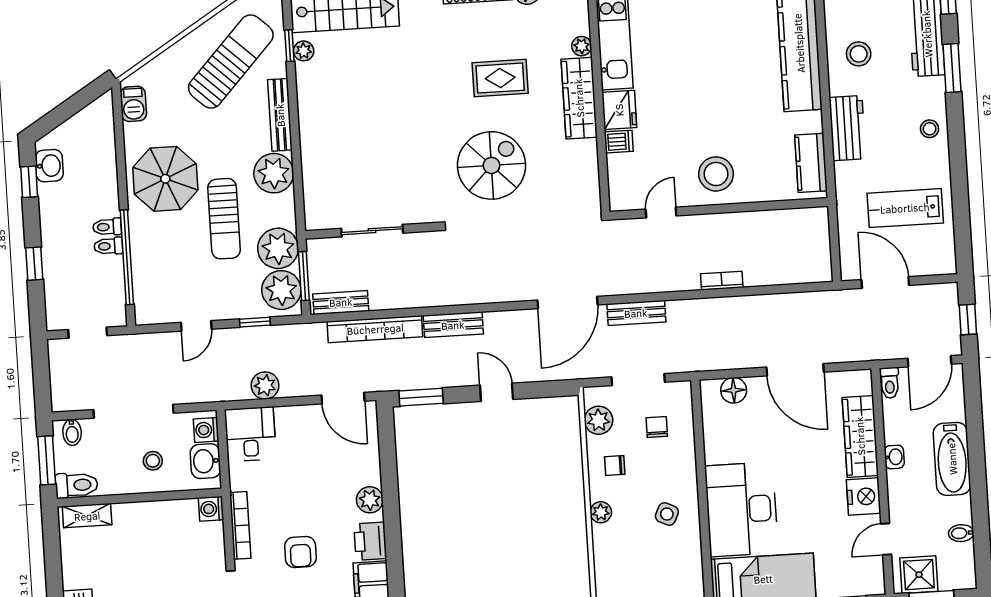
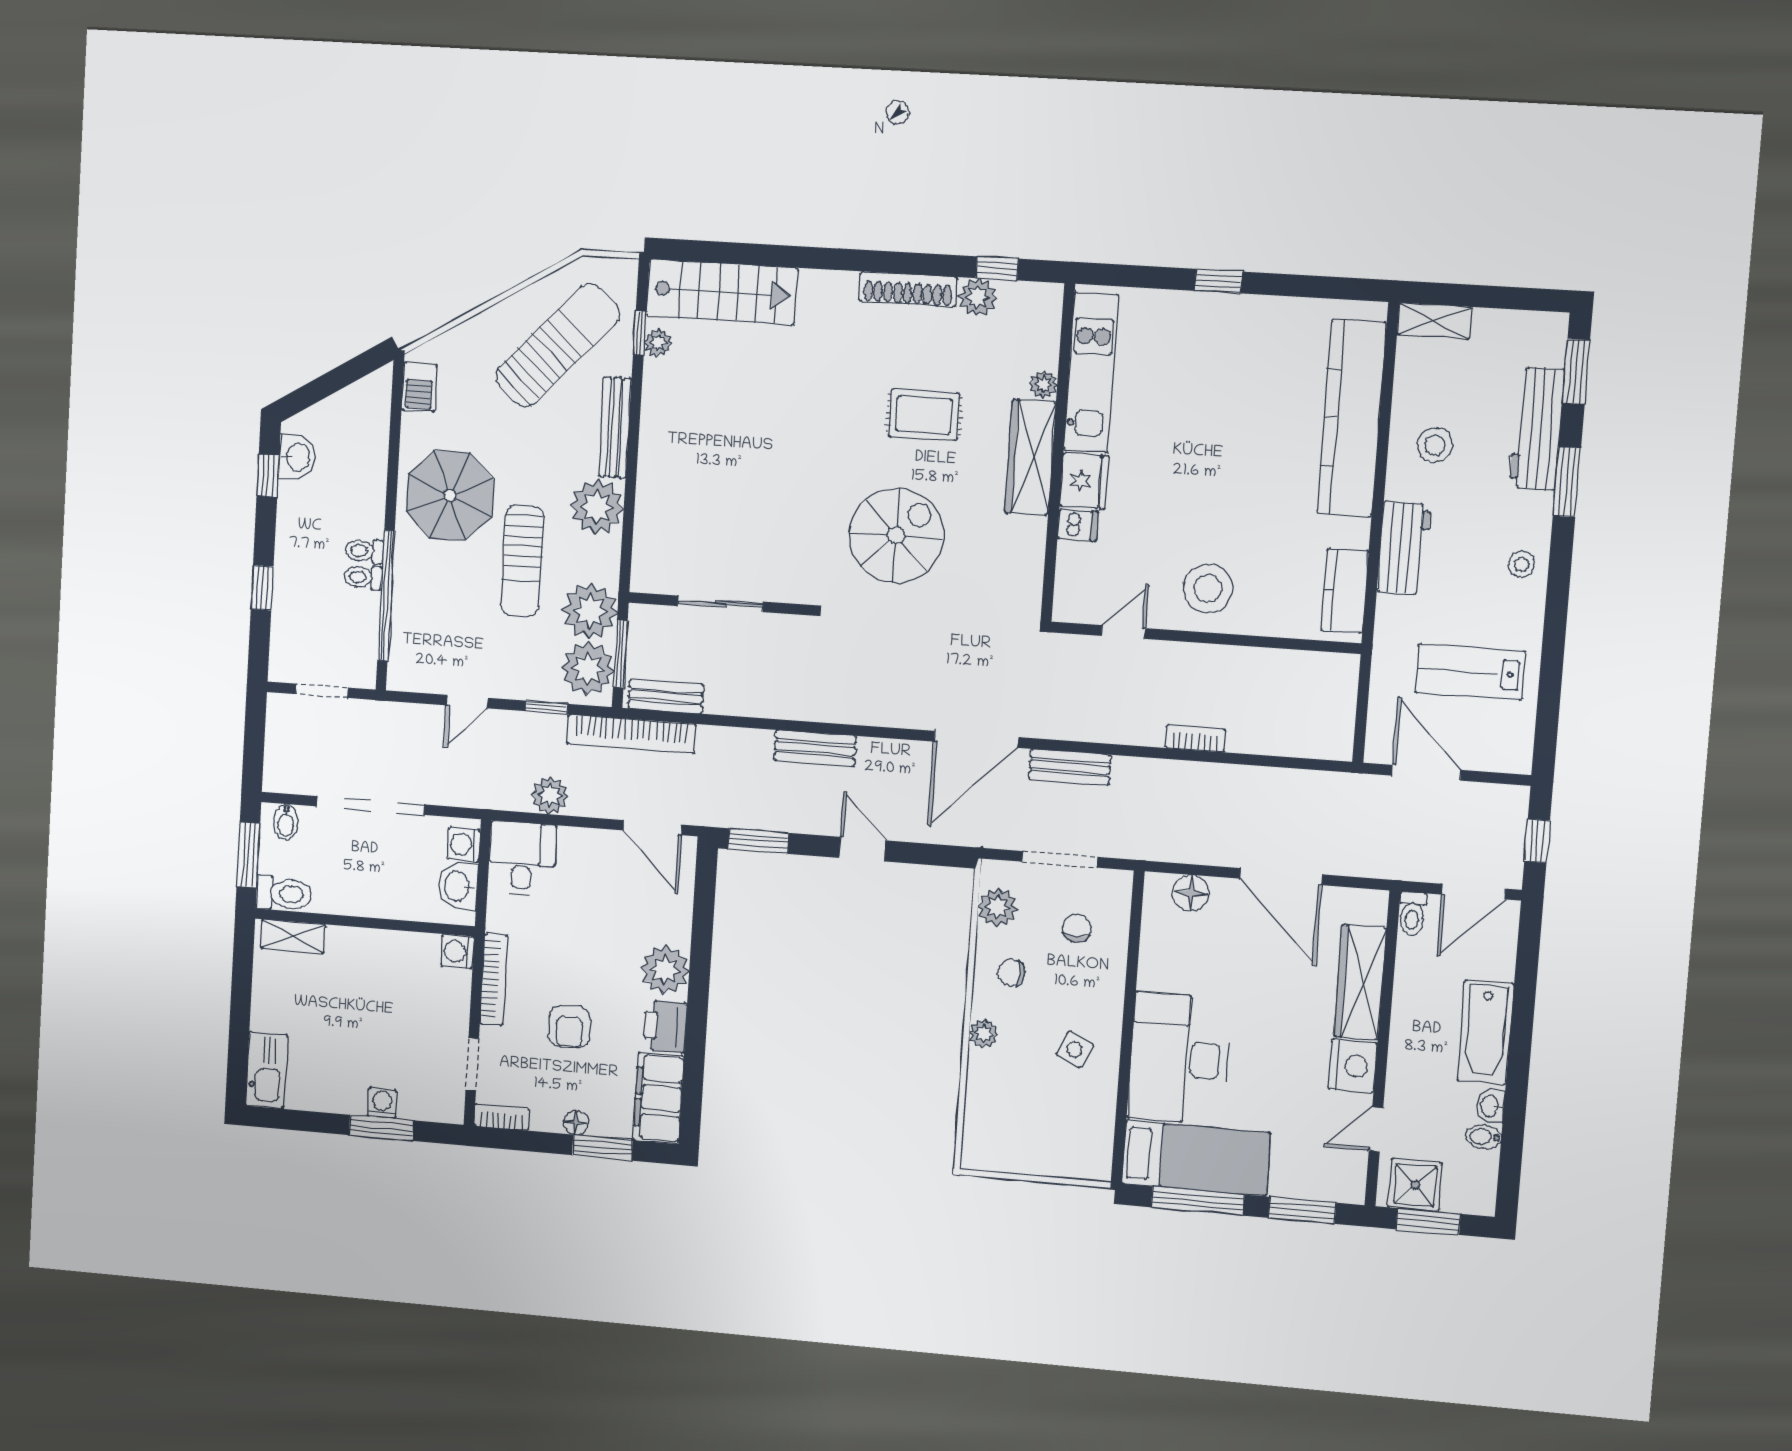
bookcase: (375, 329) -> (631, 734), moved
washbasin: (894, 457) -> (1490, 1106), moved, turned 180
stool: (153, 461) -> (388, 876), removed
plant: (370, 500) -> (665, 970), width x1.36, depth x1.36

